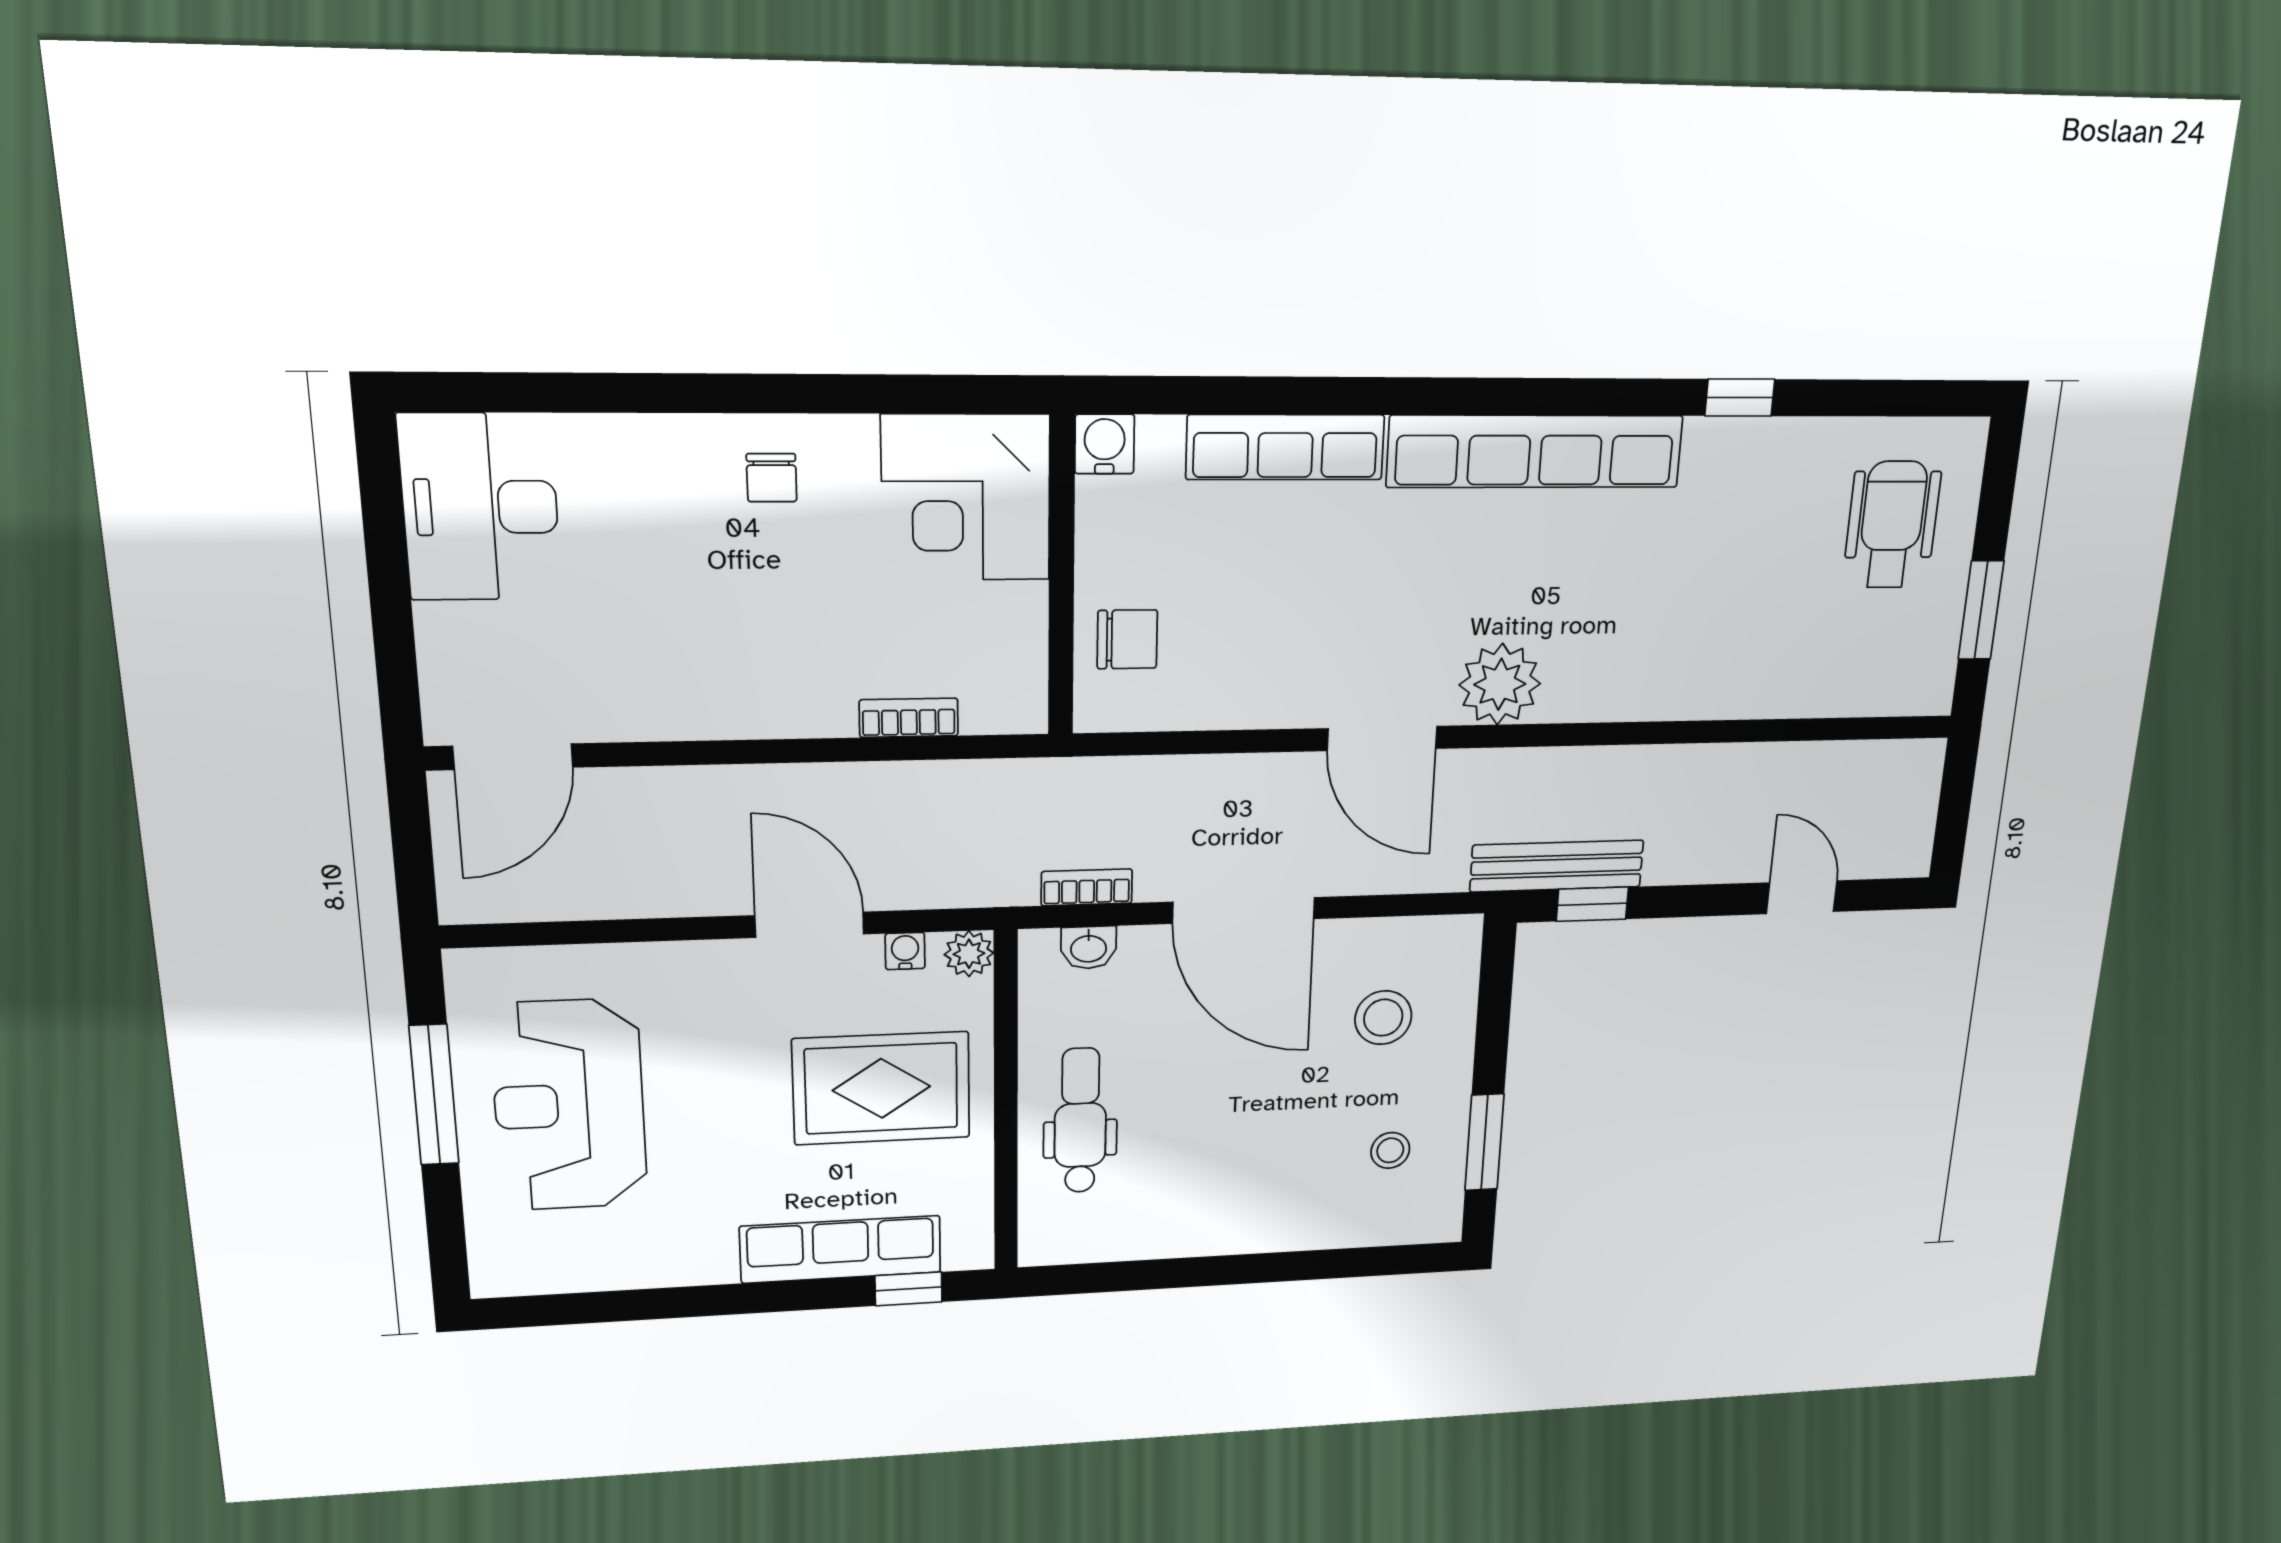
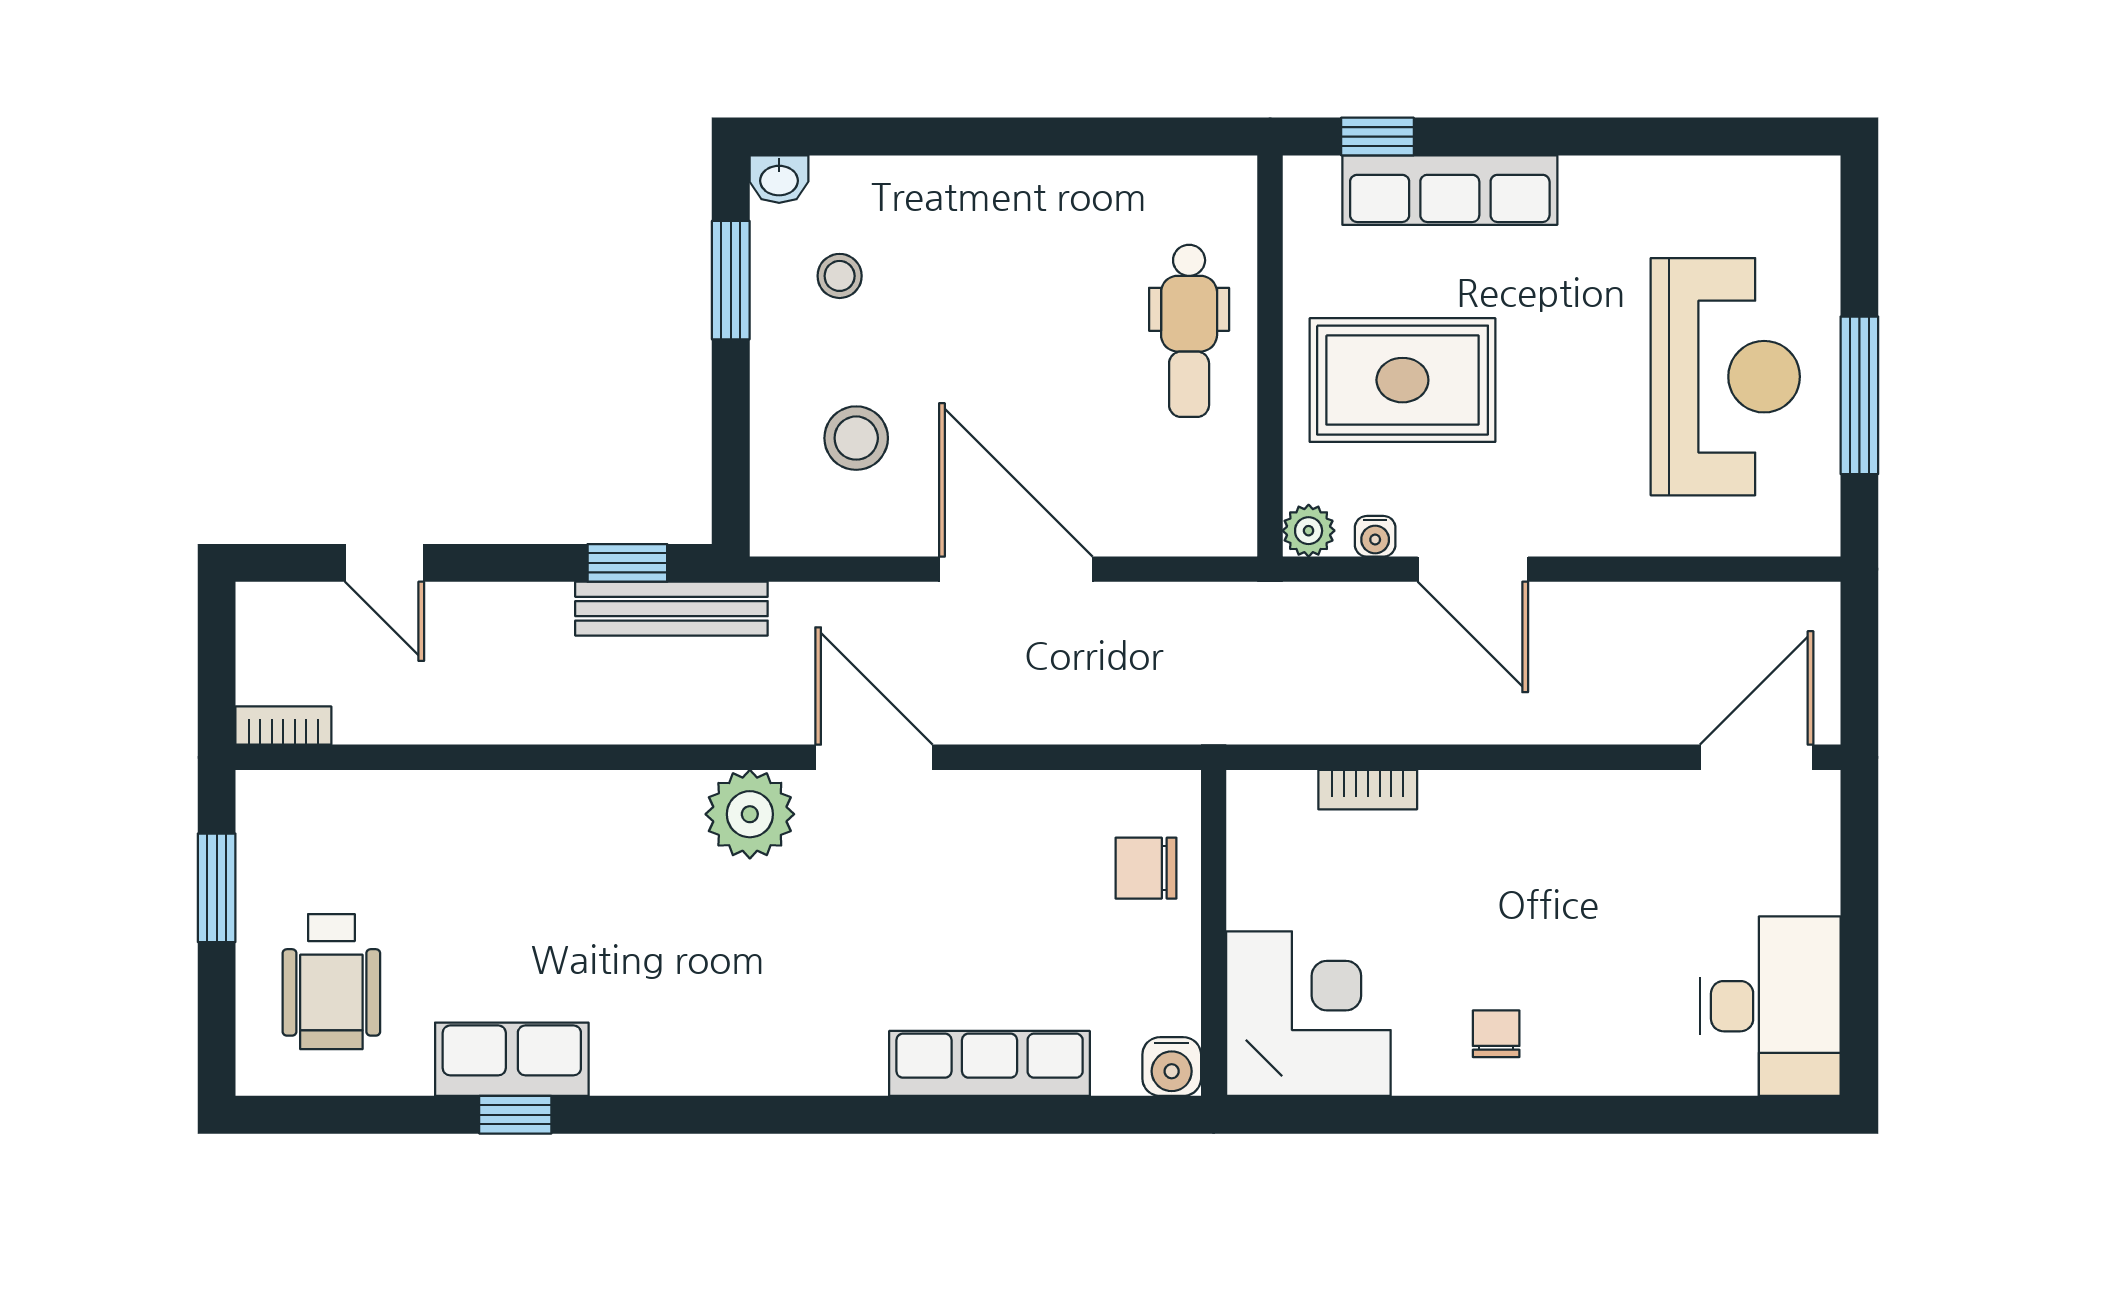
row of seats: (1535, 452) -> (512, 1059), moved, width x0.50
bookcase: (1087, 887) -> (283, 726), moved, turned 180
washbasin: (1089, 948) -> (779, 179), moved, turned 180

